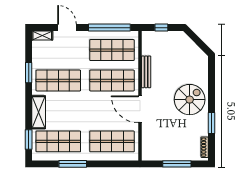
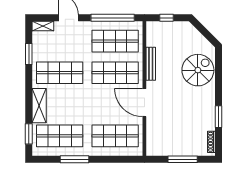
window: (29, 73) -> (29, 54), moved
spiral stairs: (190, 100) -> (198, 70), moved

